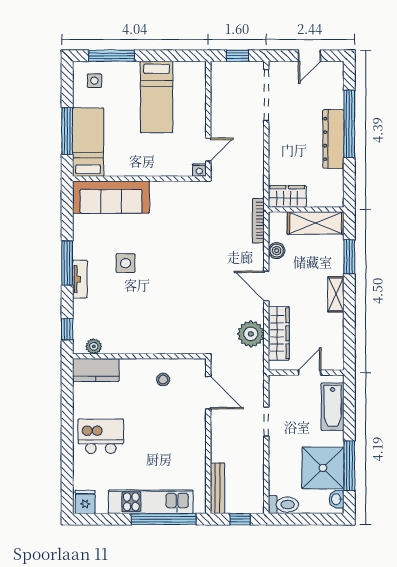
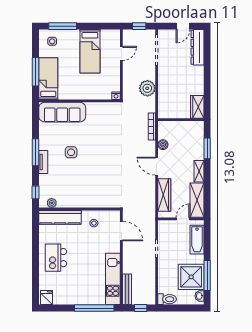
window: (349, 124) -> (207, 68), removed
dresser: (333, 139) -> (197, 47), moved
door: (208, 150) -> (121, 53), moved
wardrobe: (287, 196) -> (197, 107), moved, turned -90
shelving: (316, 223) -> (197, 200), moved, turned 90
plant: (251, 334) -> (147, 88), moved
kitchen counter: (96, 370) -> (60, 217), width x1.50
kitchen island: (101, 436) -> (56, 258), turned -90
kitchen unit: (151, 502) -> (113, 279), moved, turned -90

